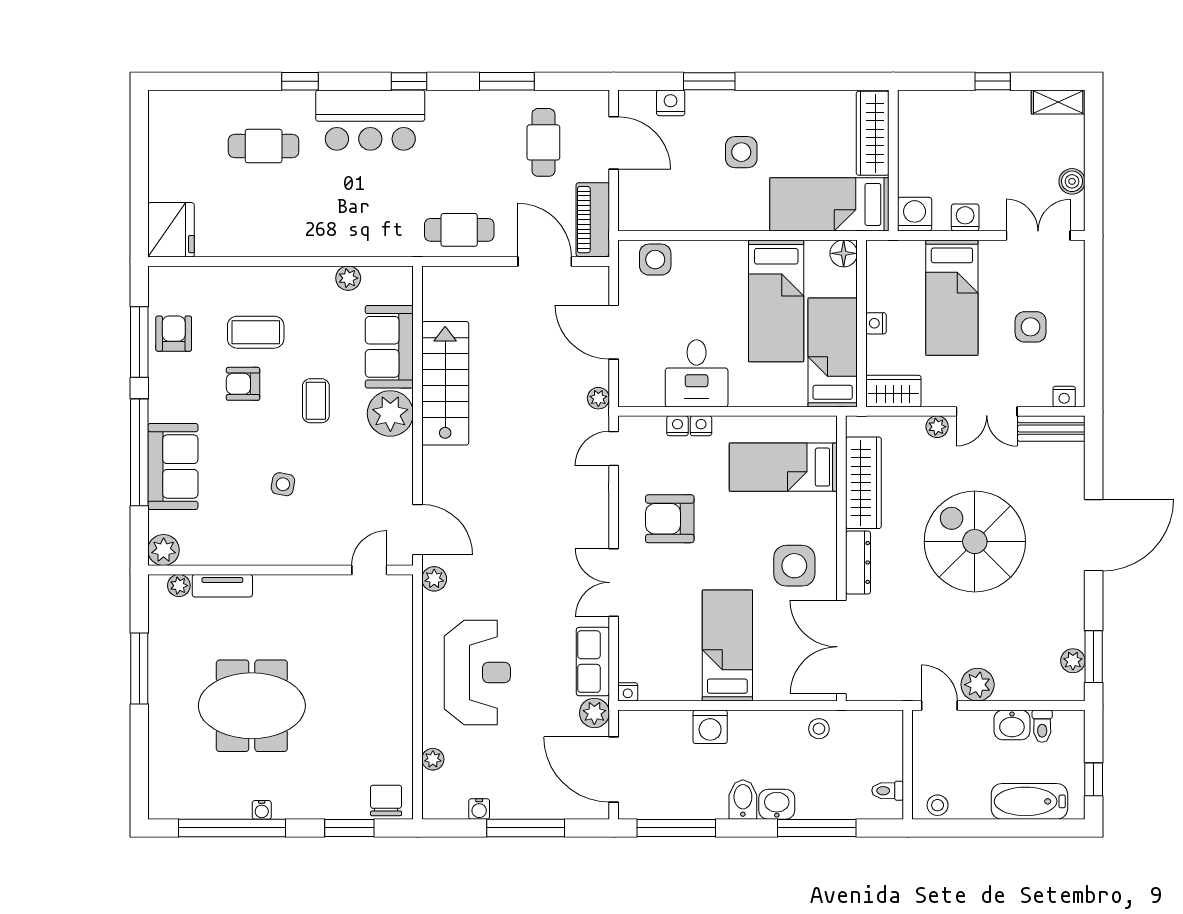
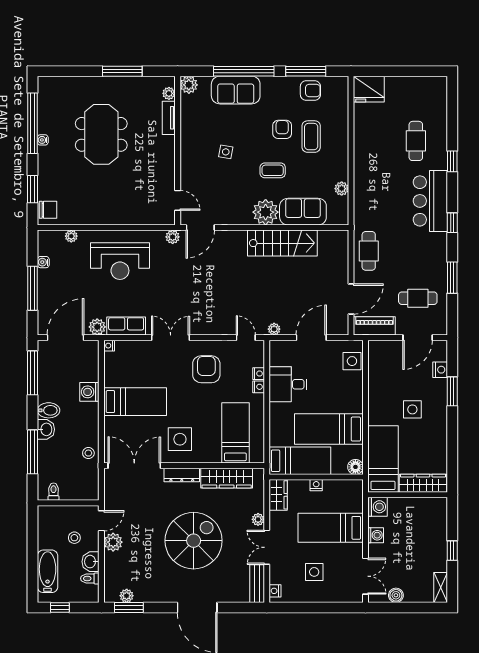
stool: (938, 805) -> (74, 538), moved

